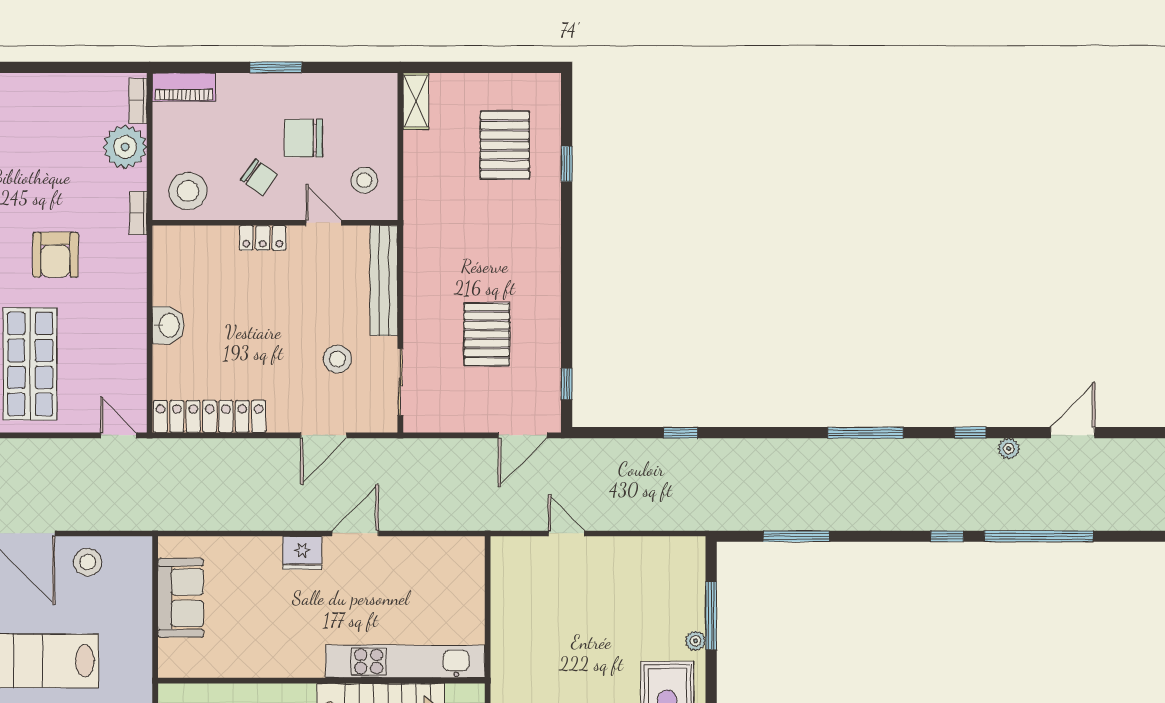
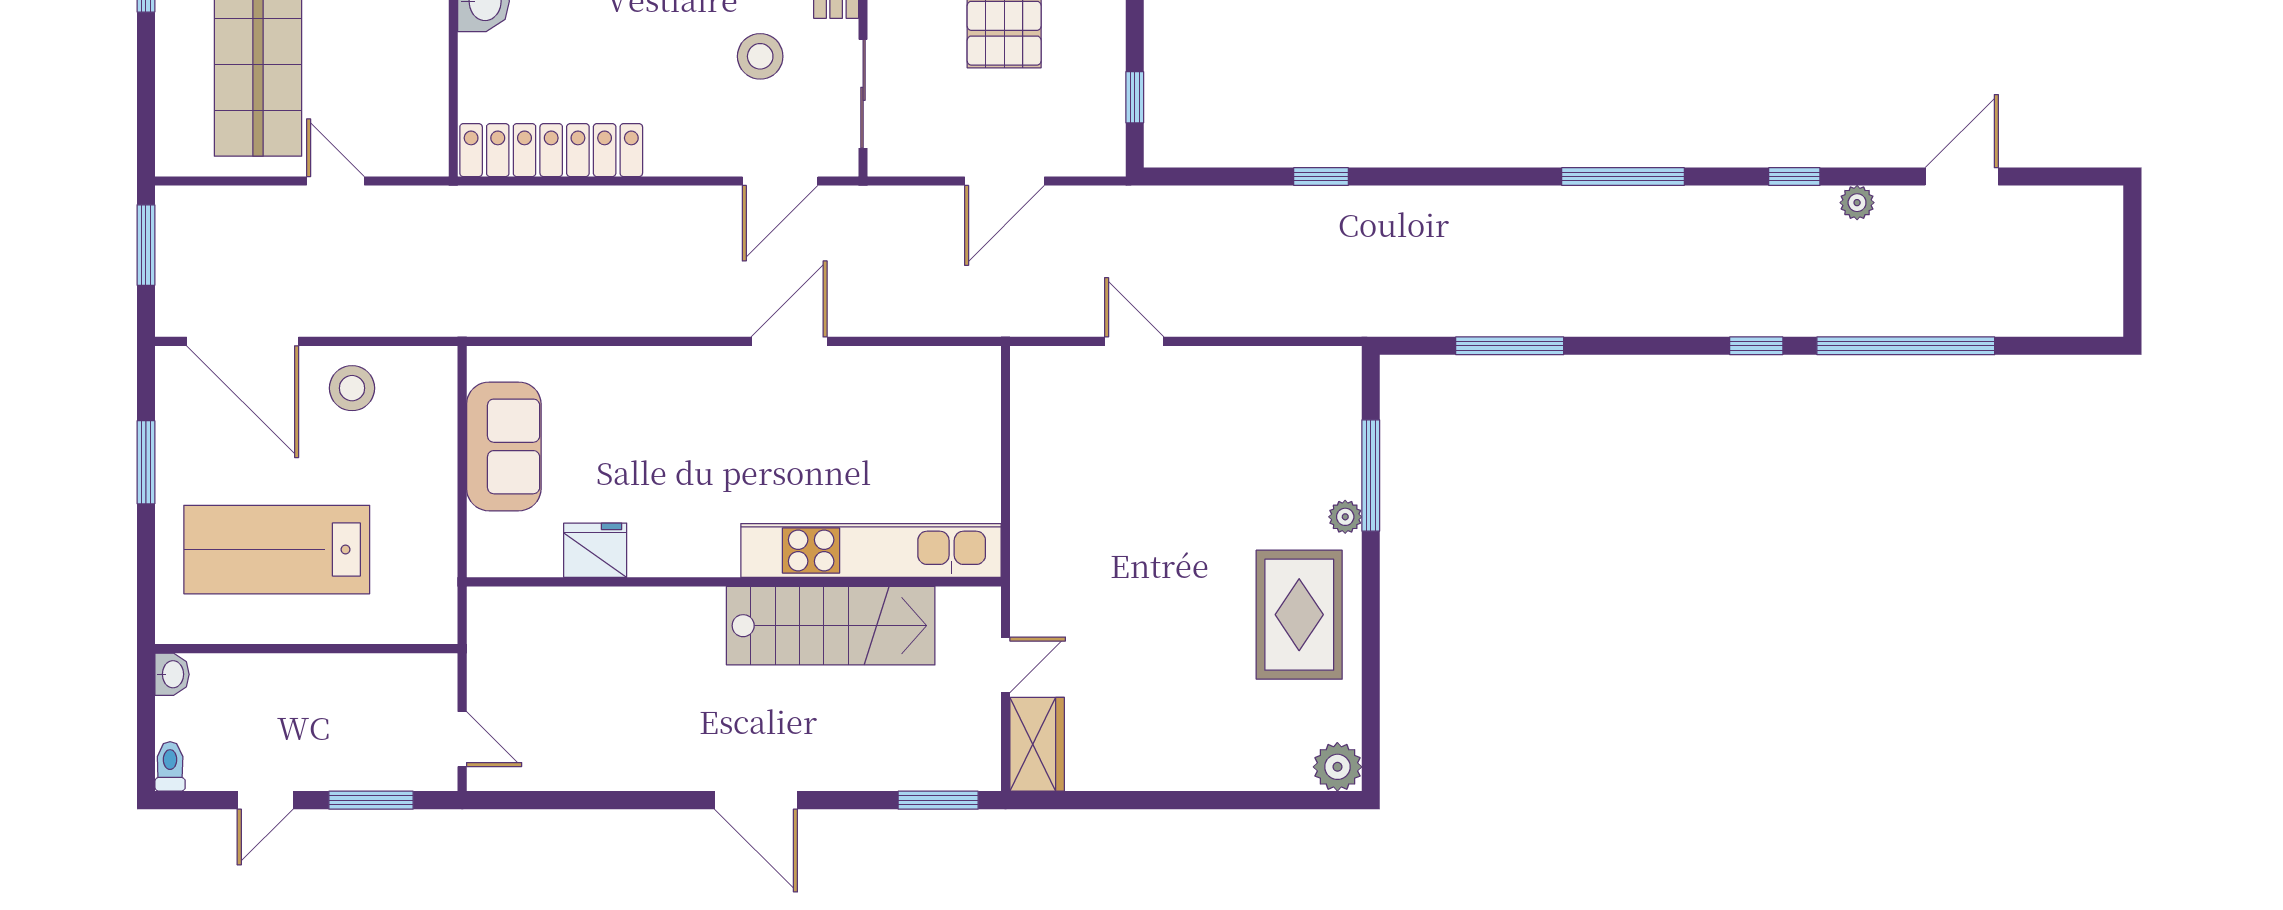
door: (118, 435) -> (335, 181), moved
door: (324, 435) -> (780, 181), moved
door: (523, 435) -> (1005, 181), moved
fridge: (302, 553) -> (595, 550), moved, turned 180

